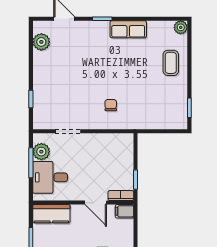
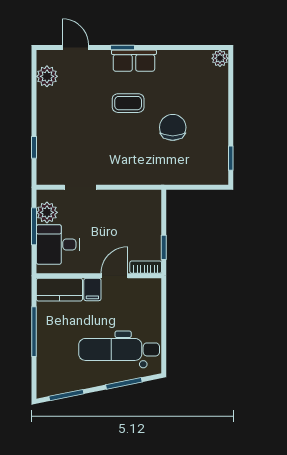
row of seats: (128, 29) -> (134, 61), moved
coffee table: (171, 63) -> (128, 103), moved, turned 90
chair: (111, 105) -> (173, 127), moved, width x1.87, depth x1.87
door: (96, 203) -> (114, 276), swing flipped
filing cabinet: (124, 211) -> (92, 289), moved, turned -90

